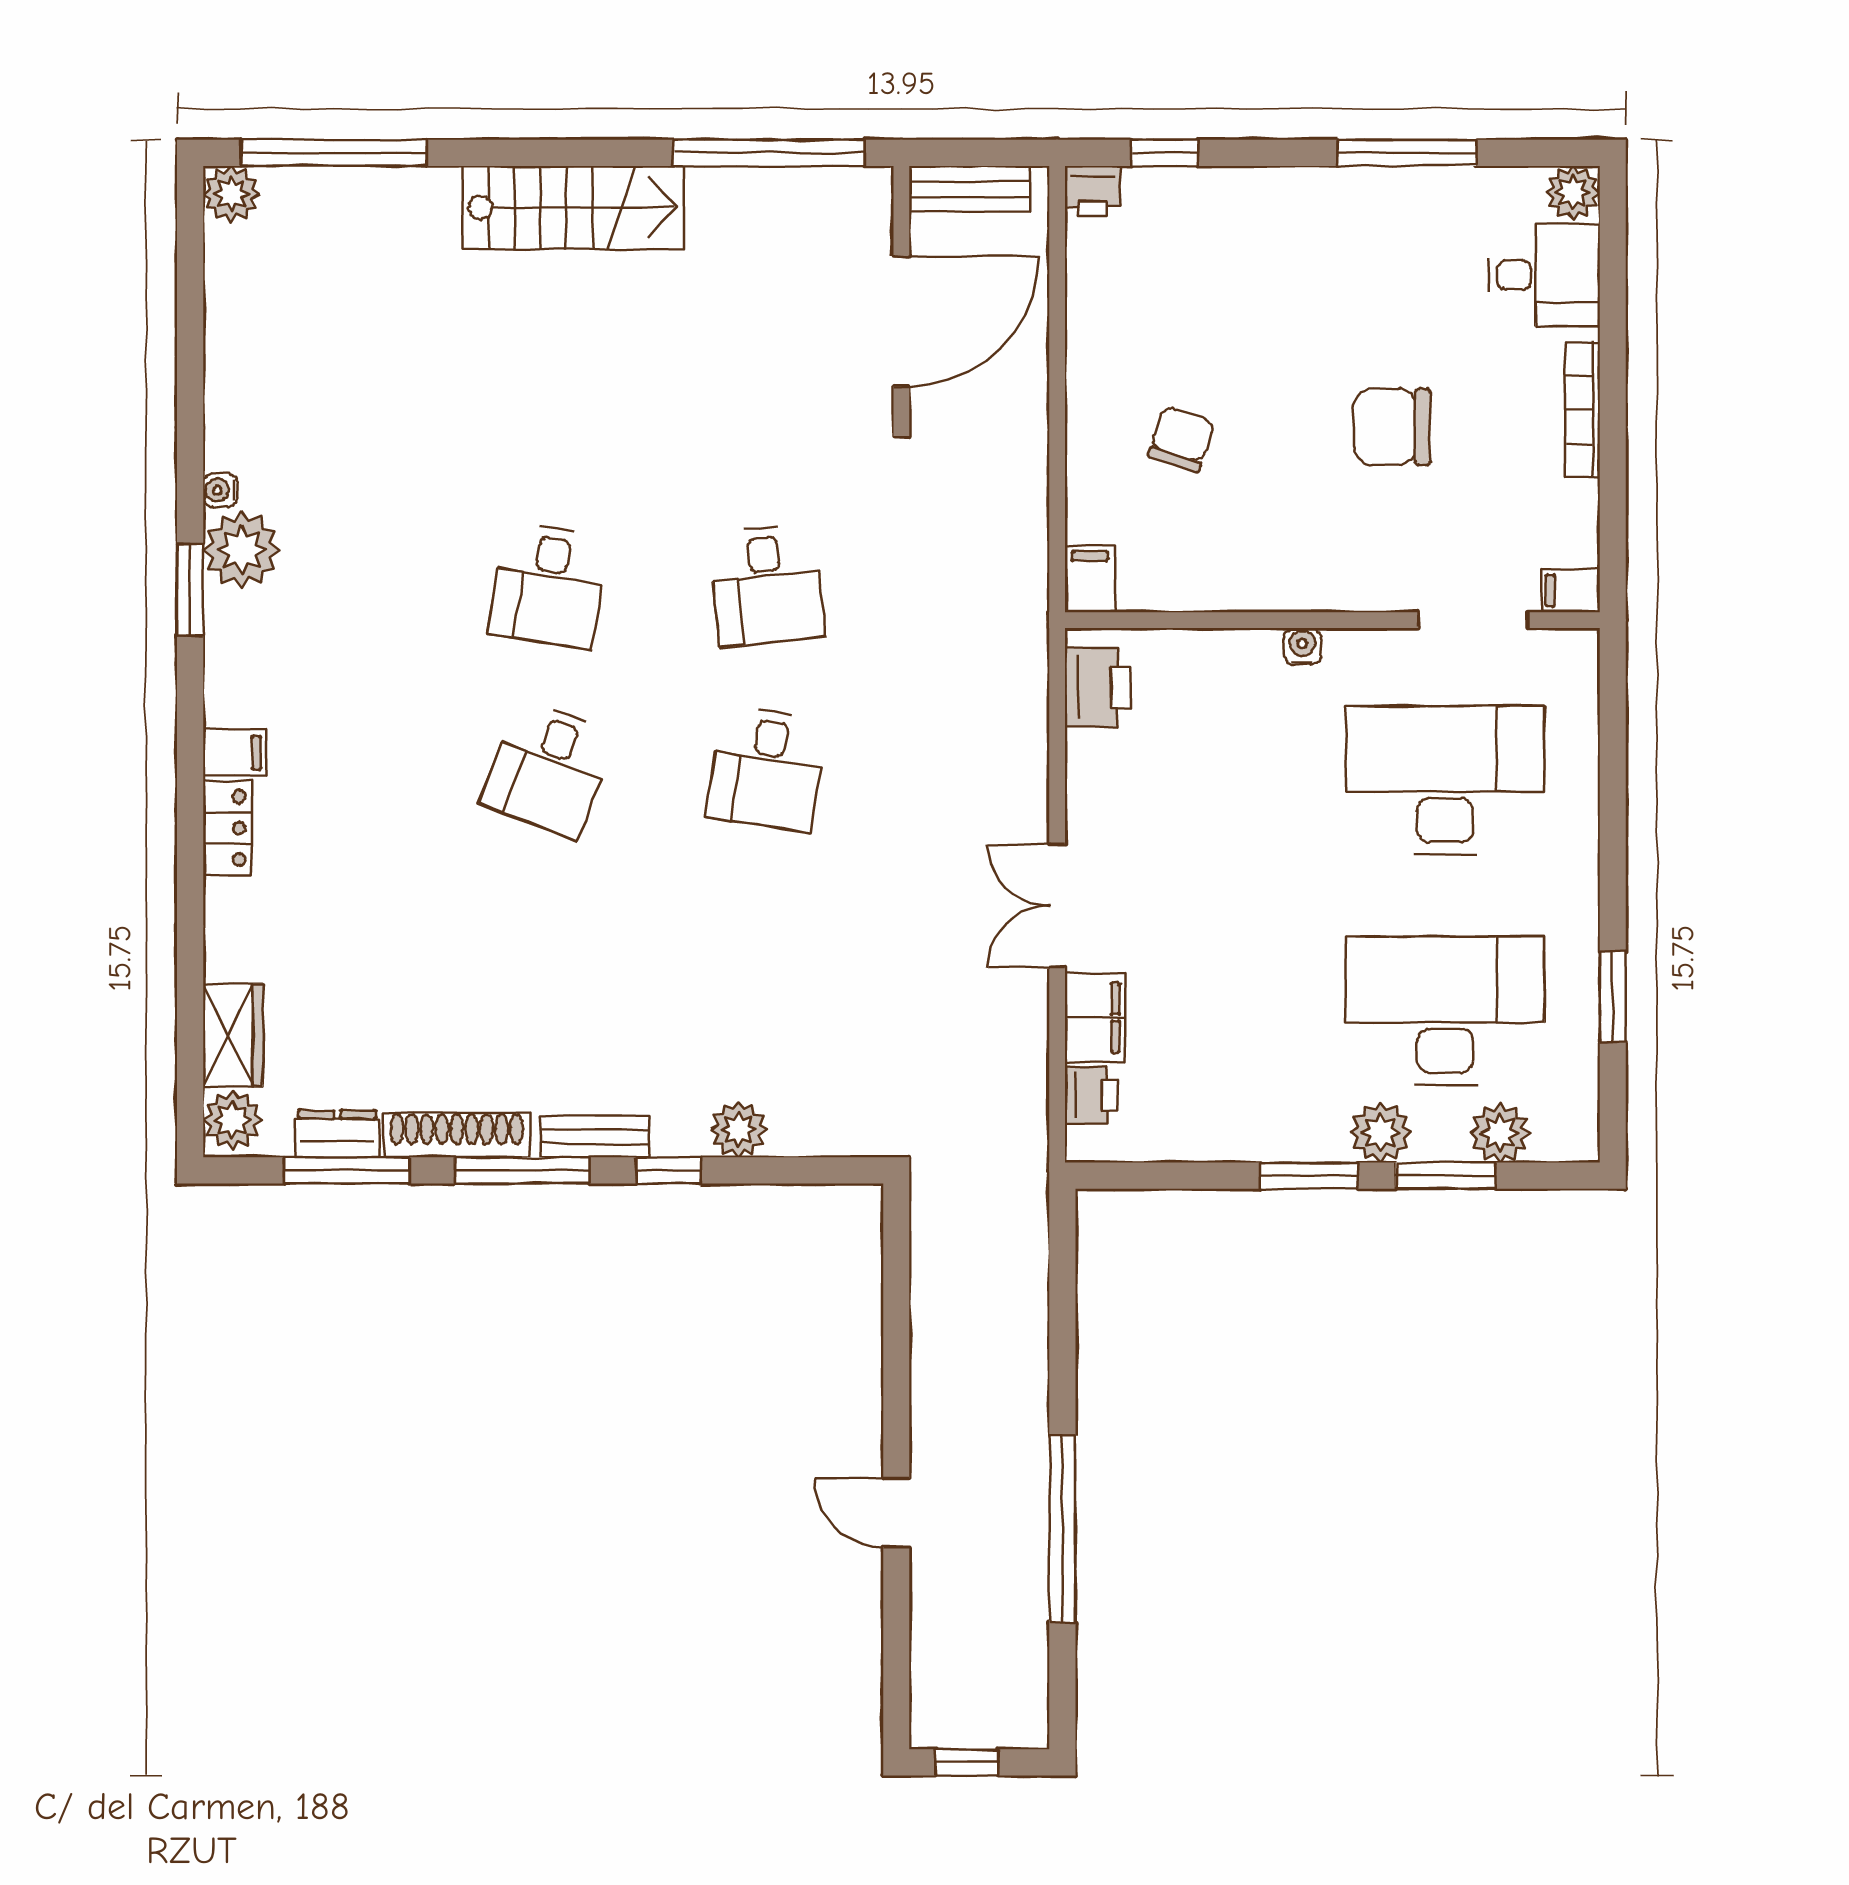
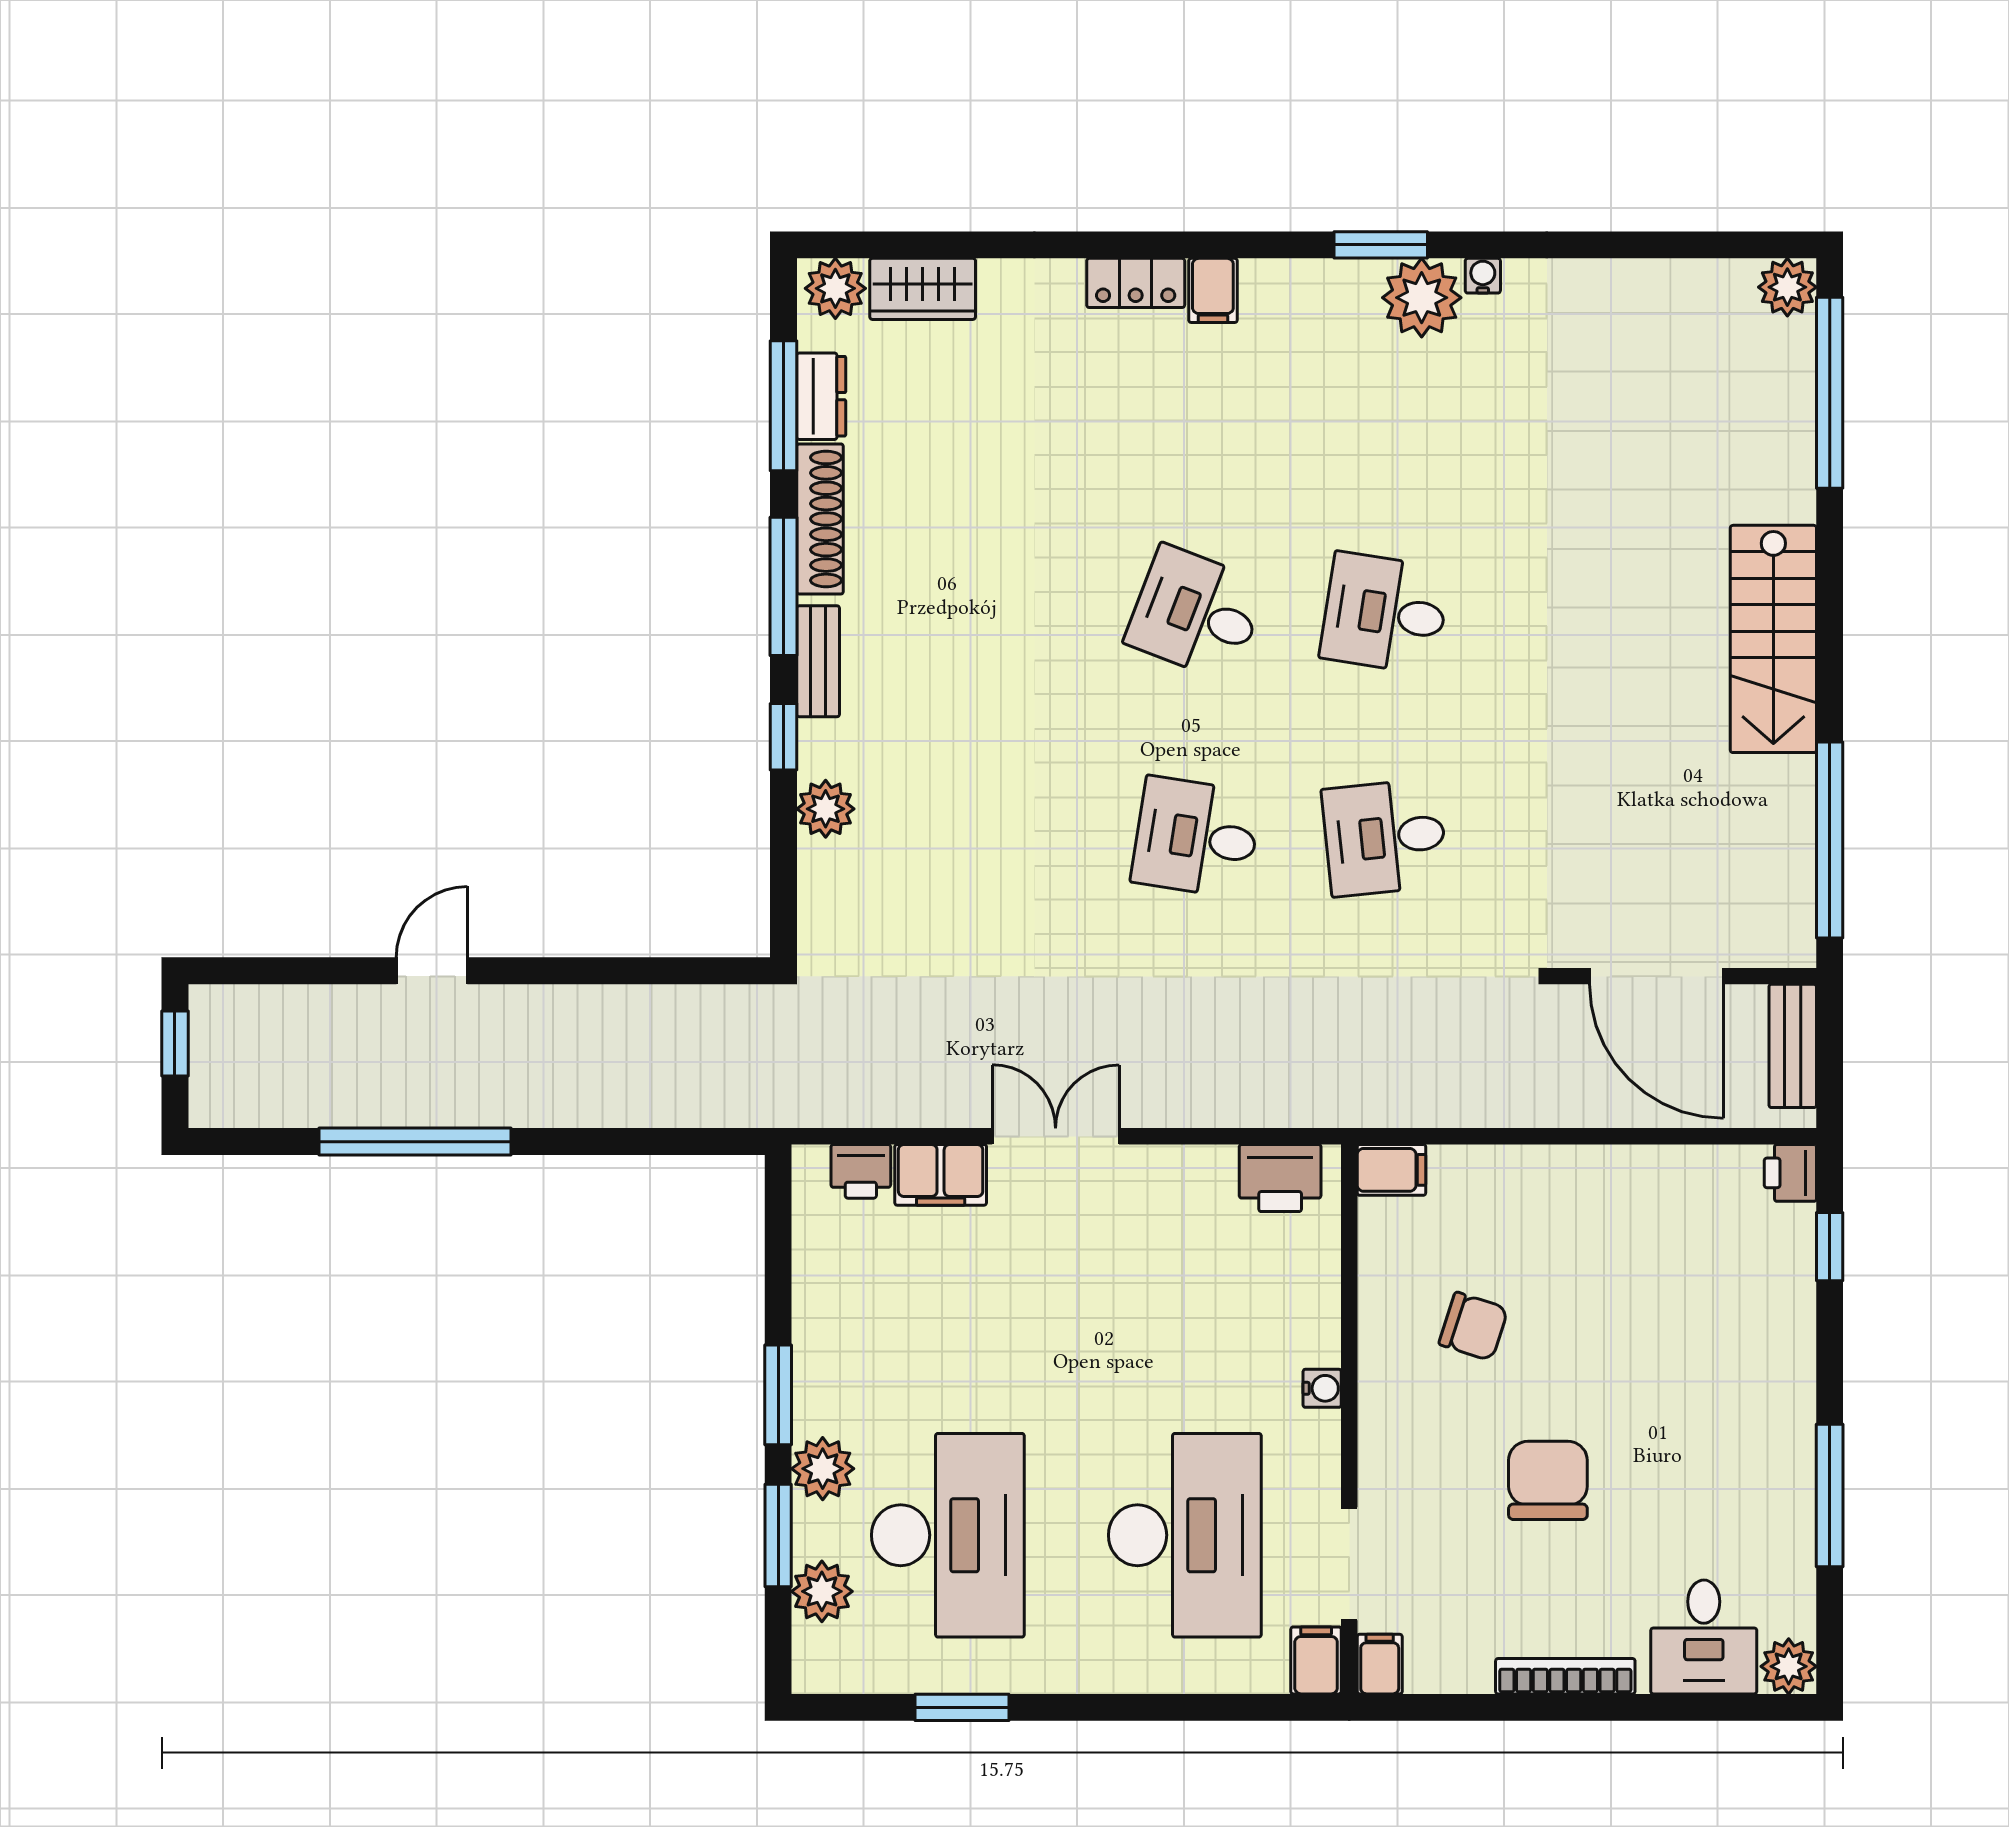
chair: (1181, 439) -> (1473, 1326), moved
filing cabinet: (1567, 652) -> (1316, 1660), added

